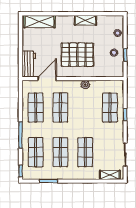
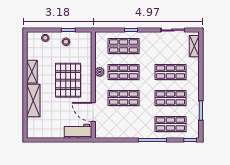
shelving: (39, 22) -> (33, 101), moved
shop shelf: (36, 108) -> (124, 72), moved

